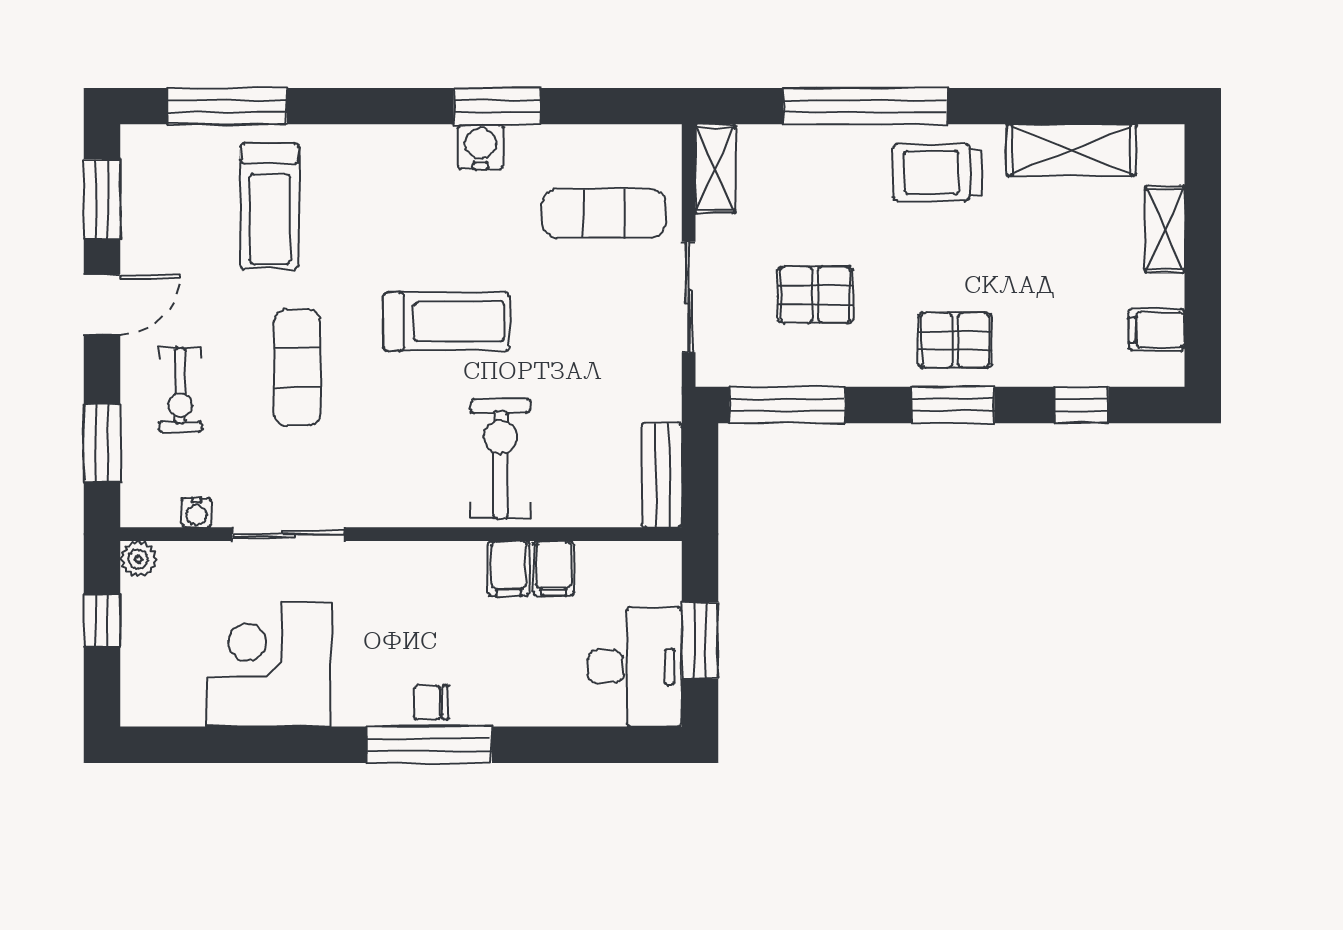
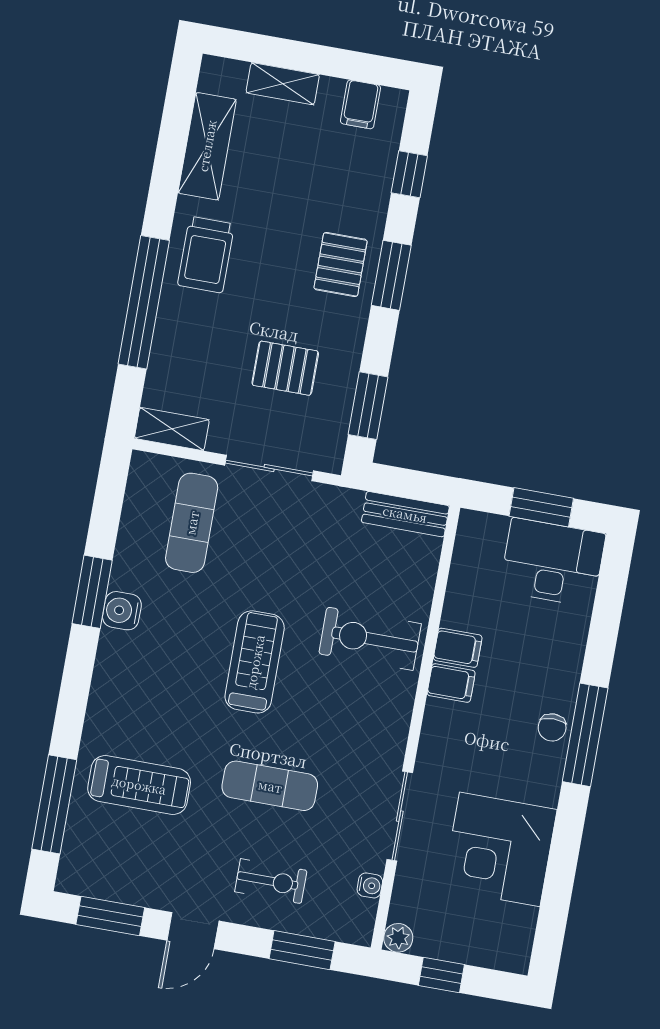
pallet: (815, 295) -> (285, 368), turned 90
door: (102, 305) -> (193, 931), swing flipped
window: (787, 405) -> (368, 406), width x0.69
filing cabinet: (553, 568) -> (451, 683), moved

